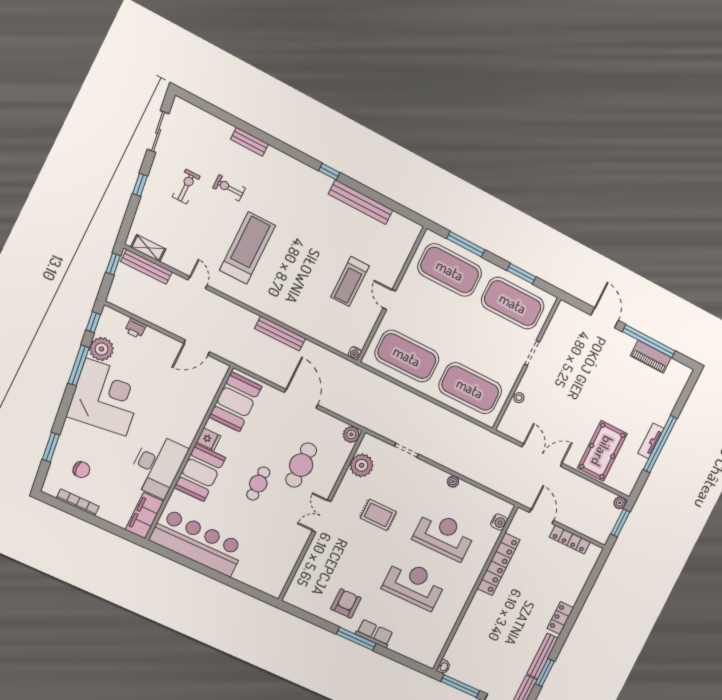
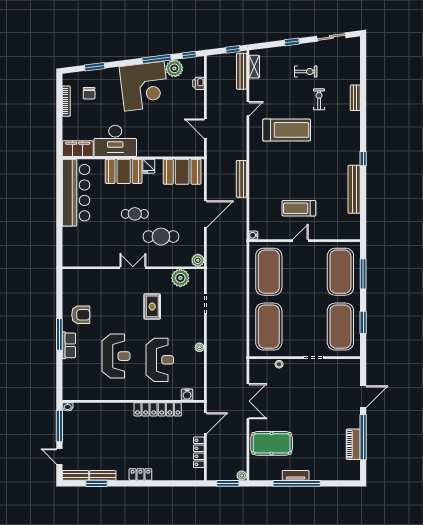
bench: (542, 656) -> (103, 475), width x0.73

